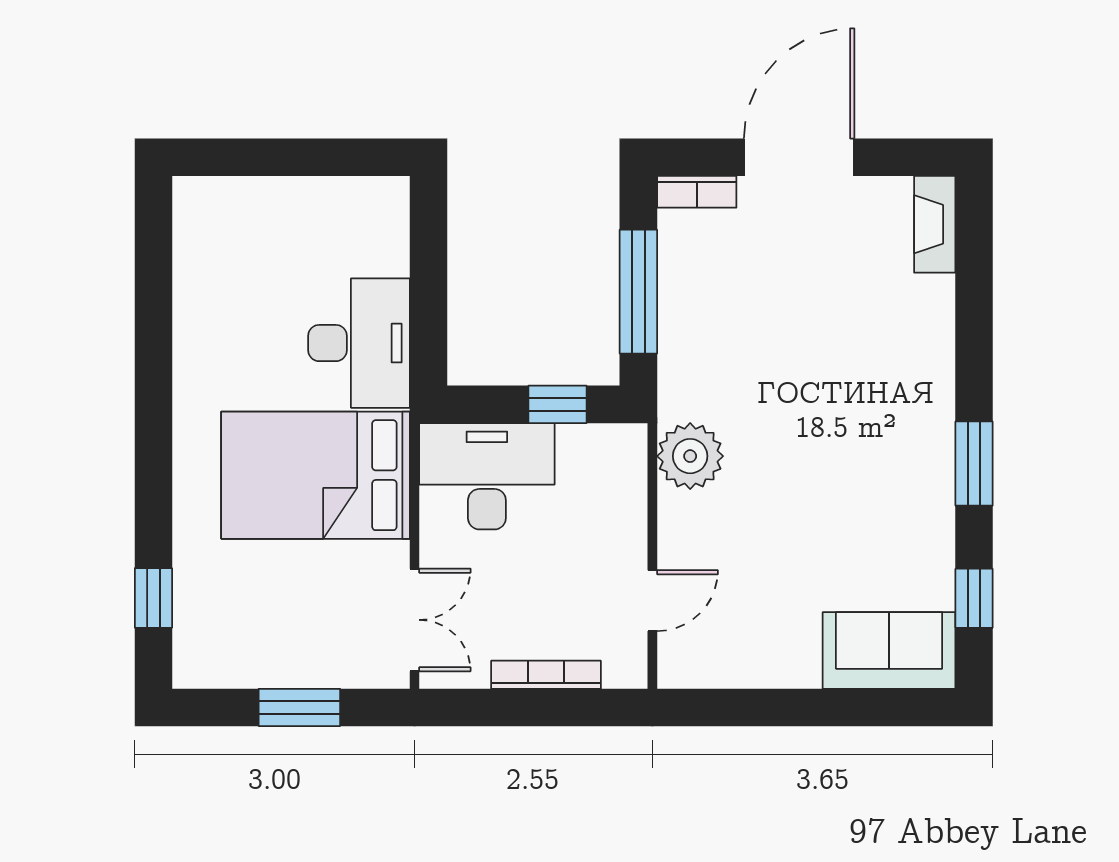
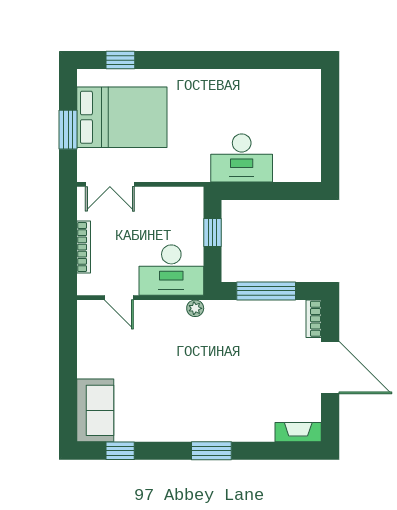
window: (558, 404) -> (212, 233), moved
plant: (690, 456) -> (195, 308), width x0.53, depth x0.53
window: (974, 464) -> (211, 451), moved
bed: (316, 475) -> (122, 117), moved, turned 90
desk: (487, 476) -> (171, 270), moved, turned 90

